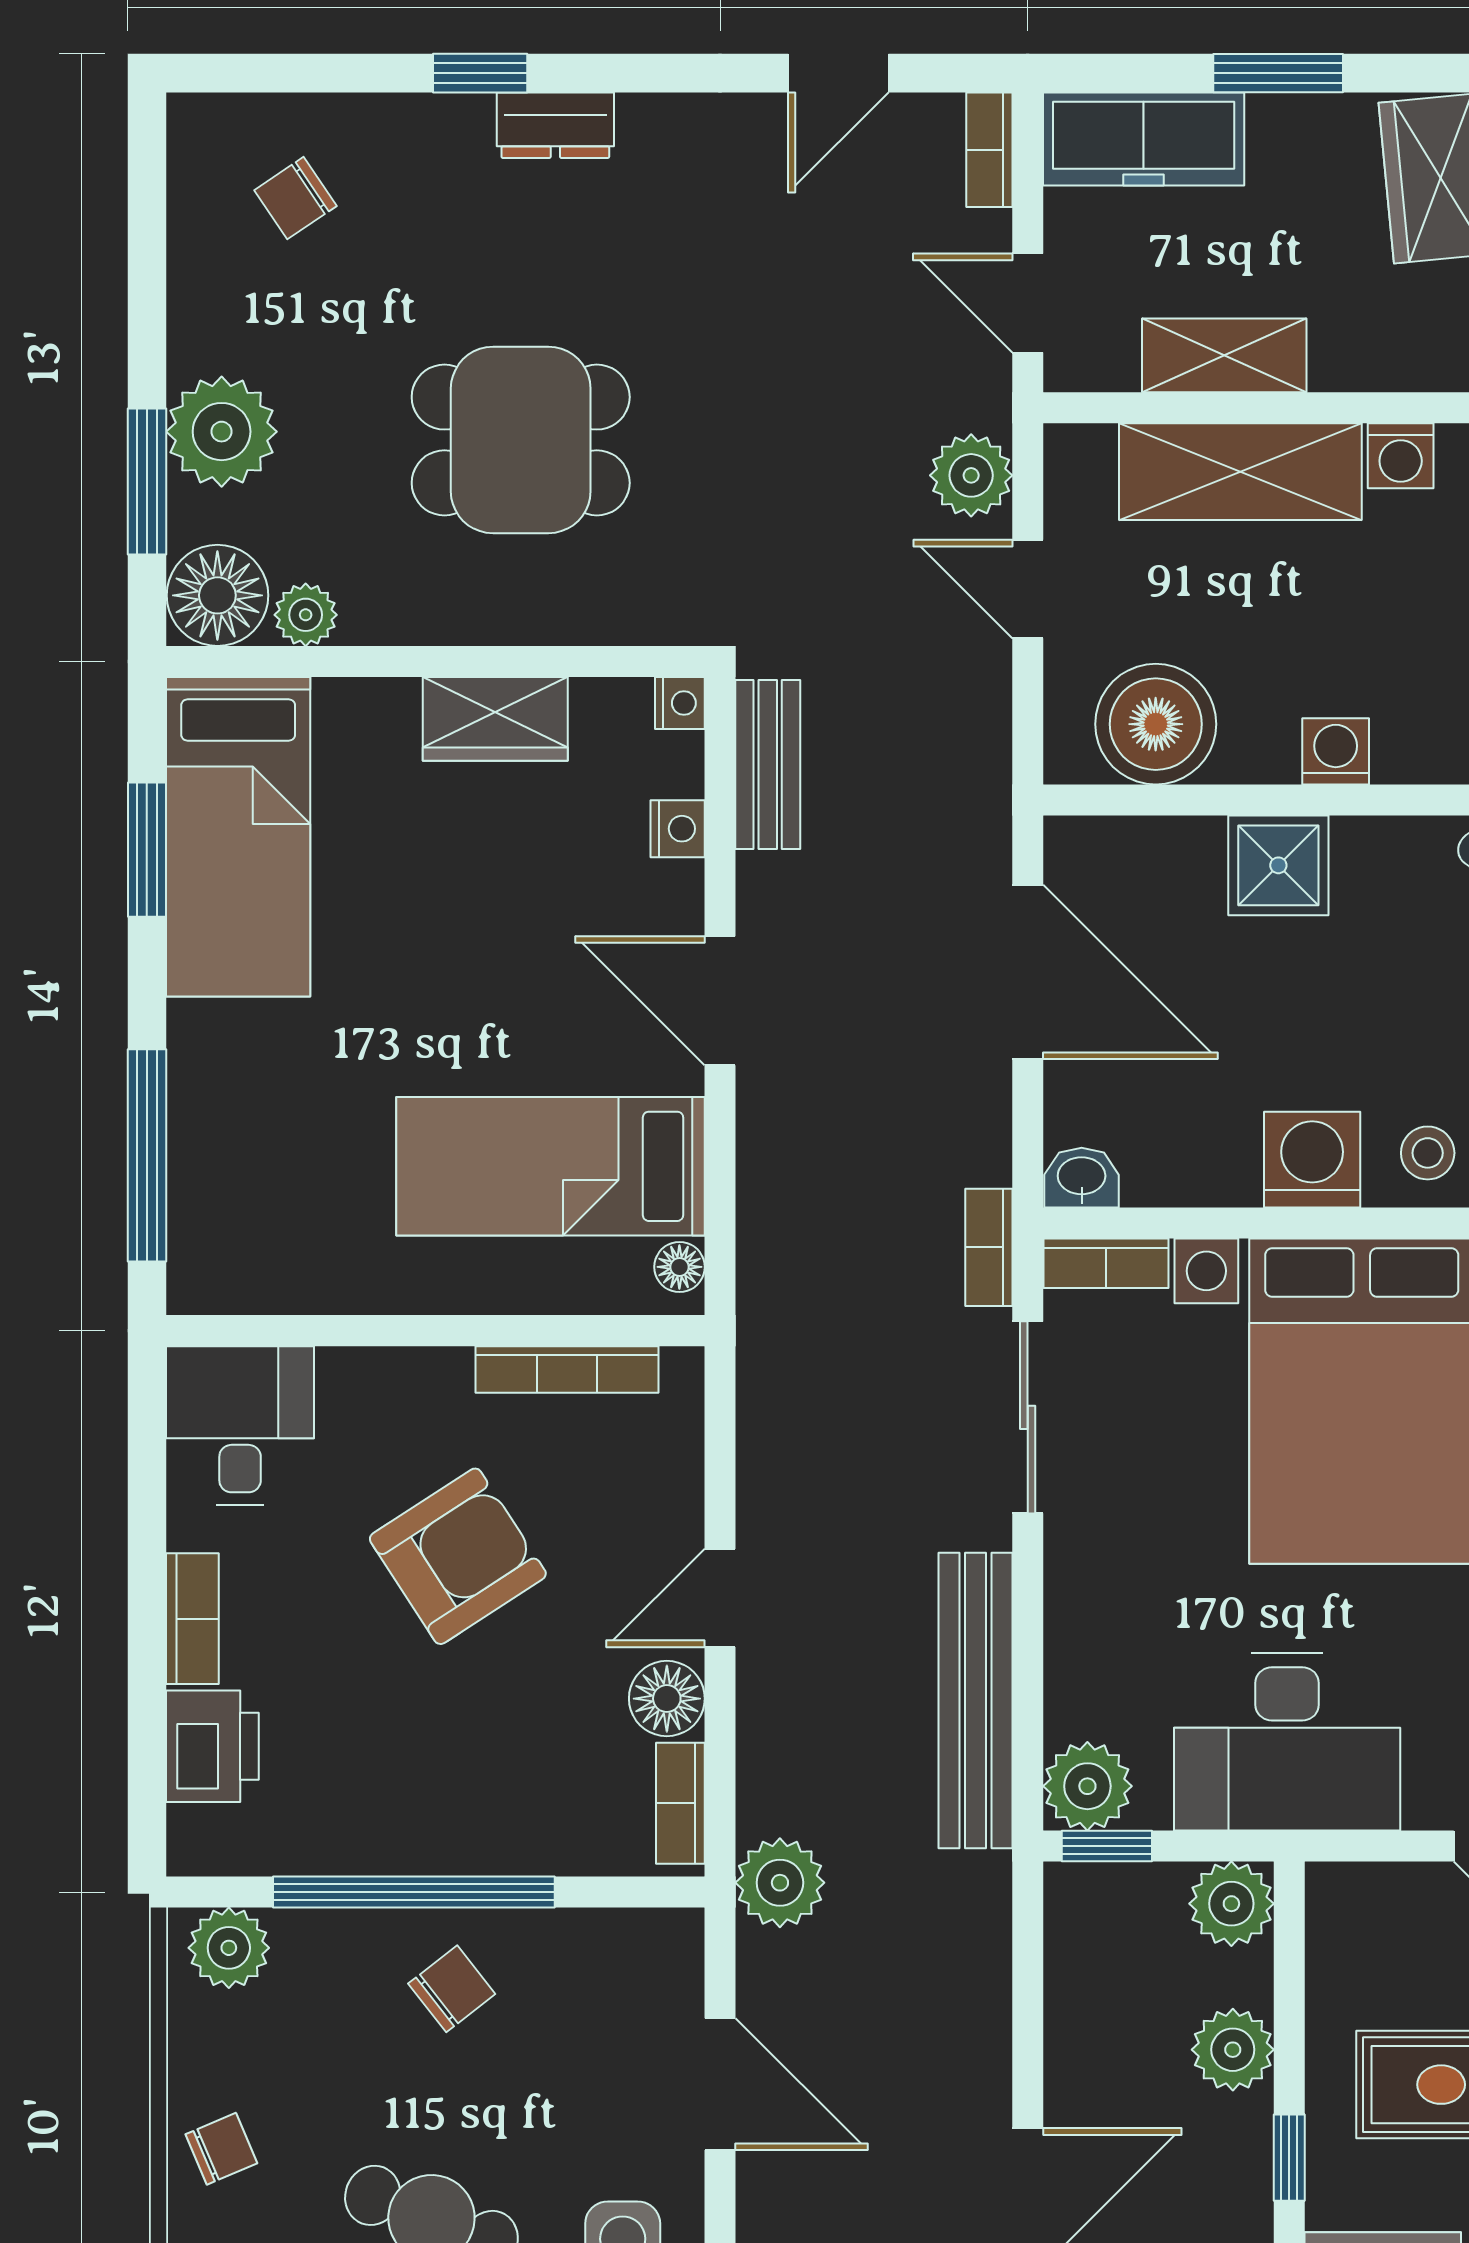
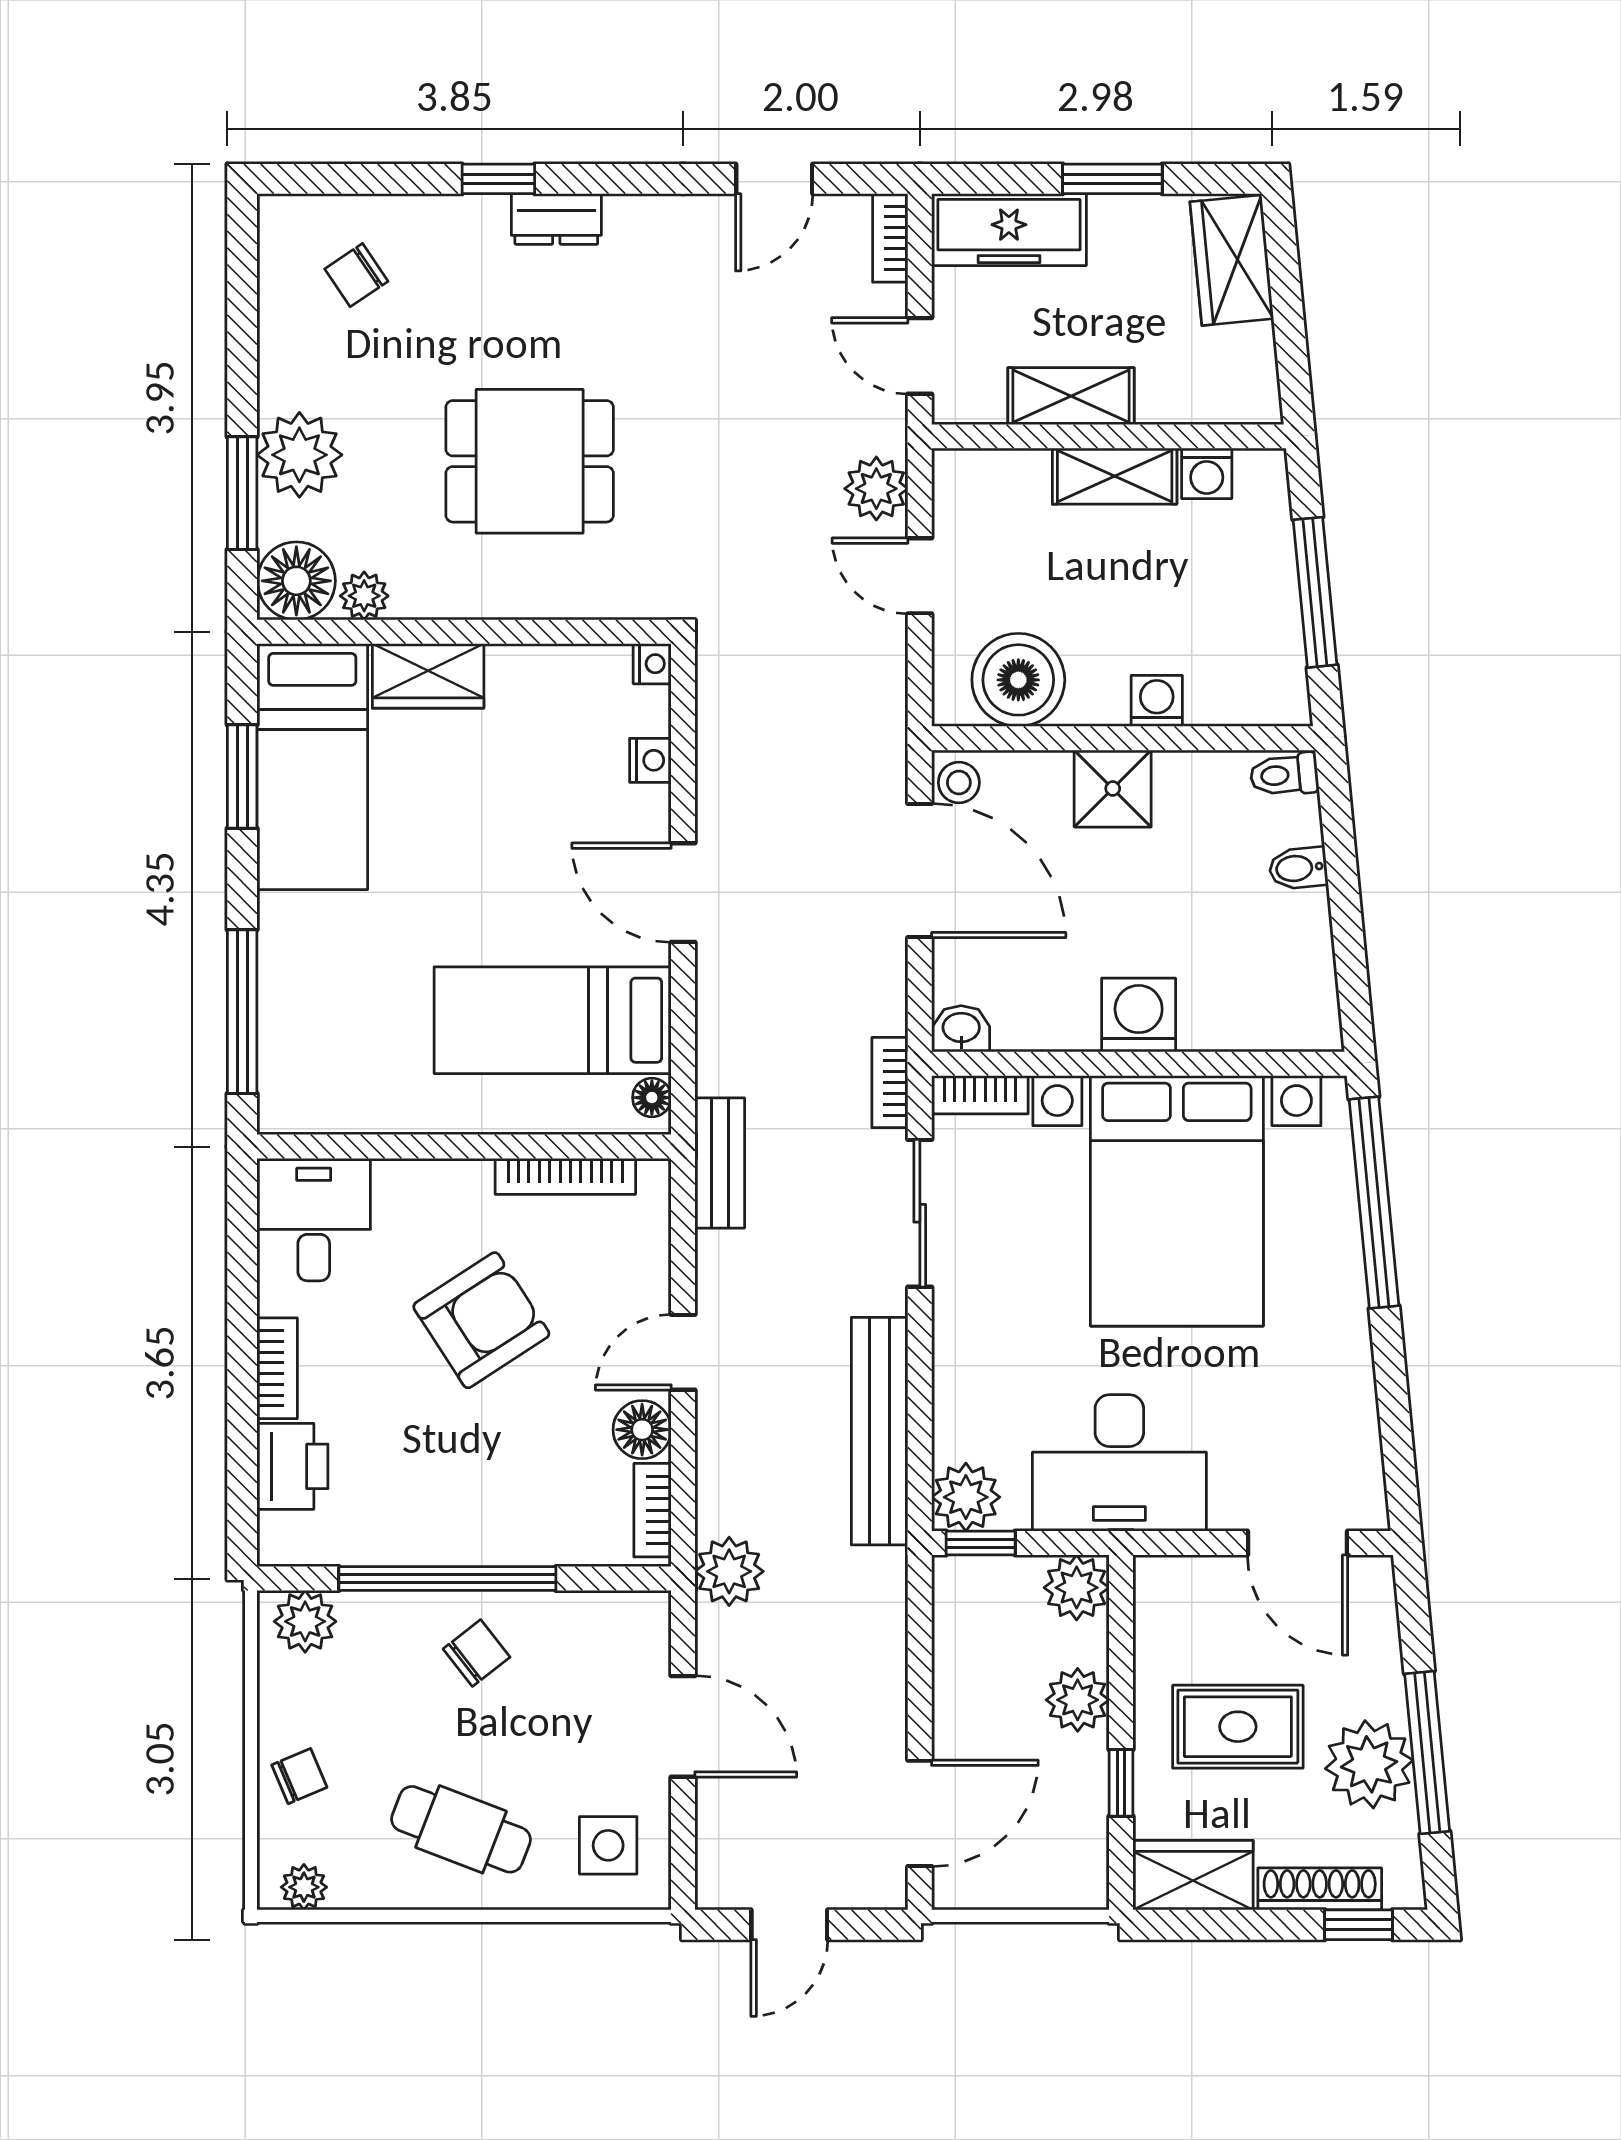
shelving: (1240, 472) -> (1115, 476), width x0.67, depth x0.75
wardrobe: (495, 719) -> (428, 676), moved
bench: (768, 765) -> (720, 1163), moved
stool: (1428, 1153) -> (959, 783), moved

